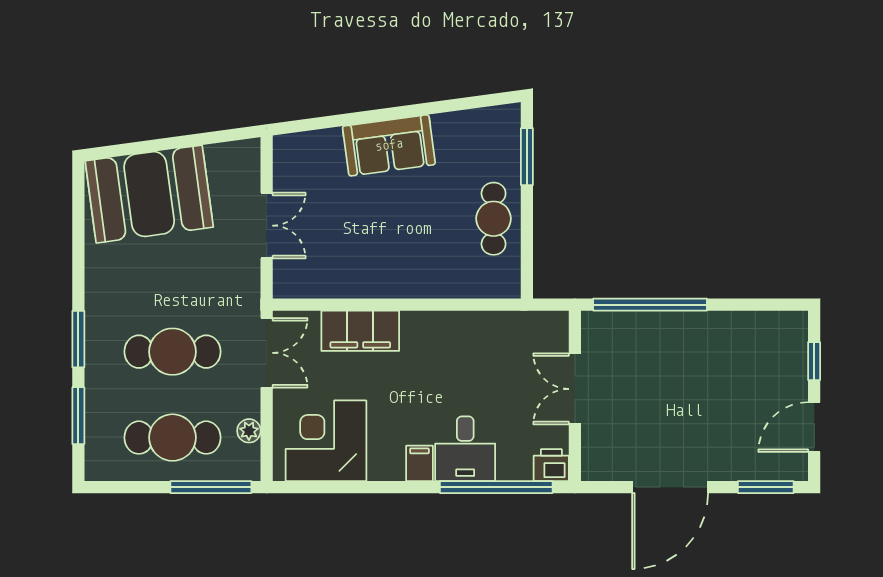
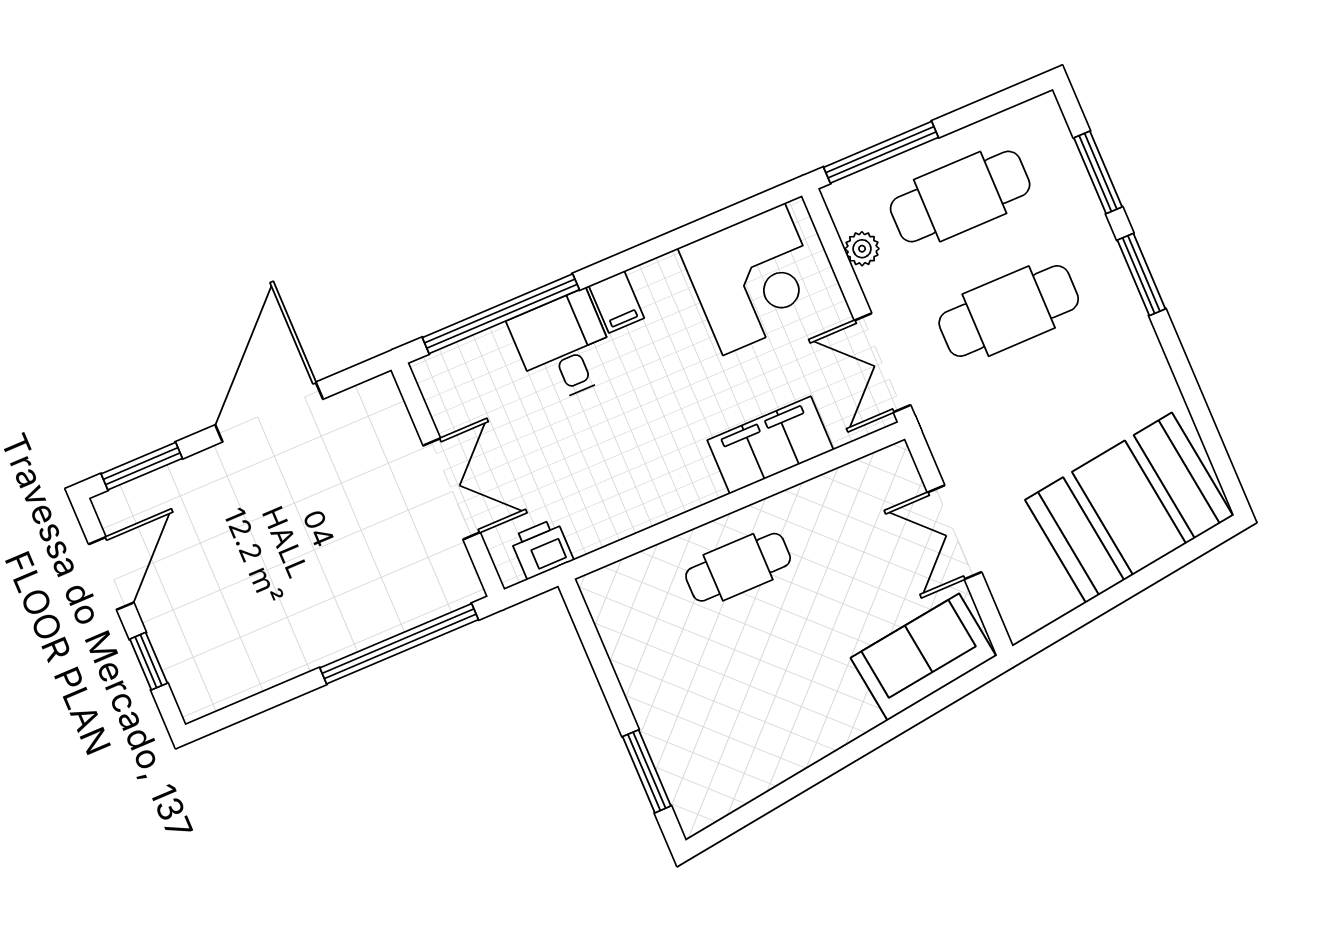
sofa: (389, 145) -> (923, 657), moved
cafe table: (494, 219) -> (738, 567), moved, turned 90
printer: (551, 465) -> (542, 549), moved, turned 180

